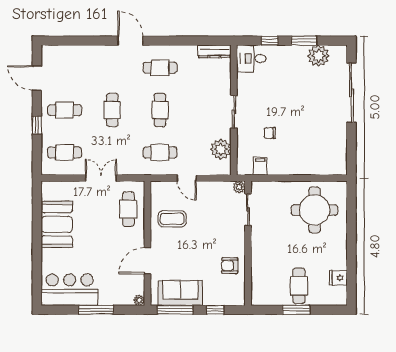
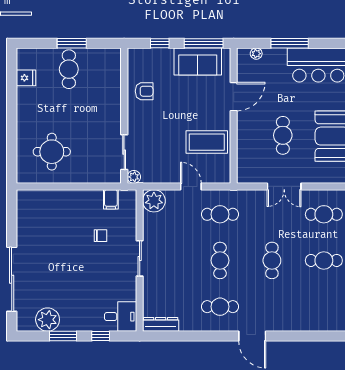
plant: (221, 149) -> (154, 201), moved
cafe table: (128, 209) -> (283, 135), moved
round table: (315, 210) -> (52, 152), width x0.73, depth x0.73
coffee table: (172, 219) -> (207, 142), width x1.36, depth x1.32
plant: (139, 300) -> (256, 54), moved

